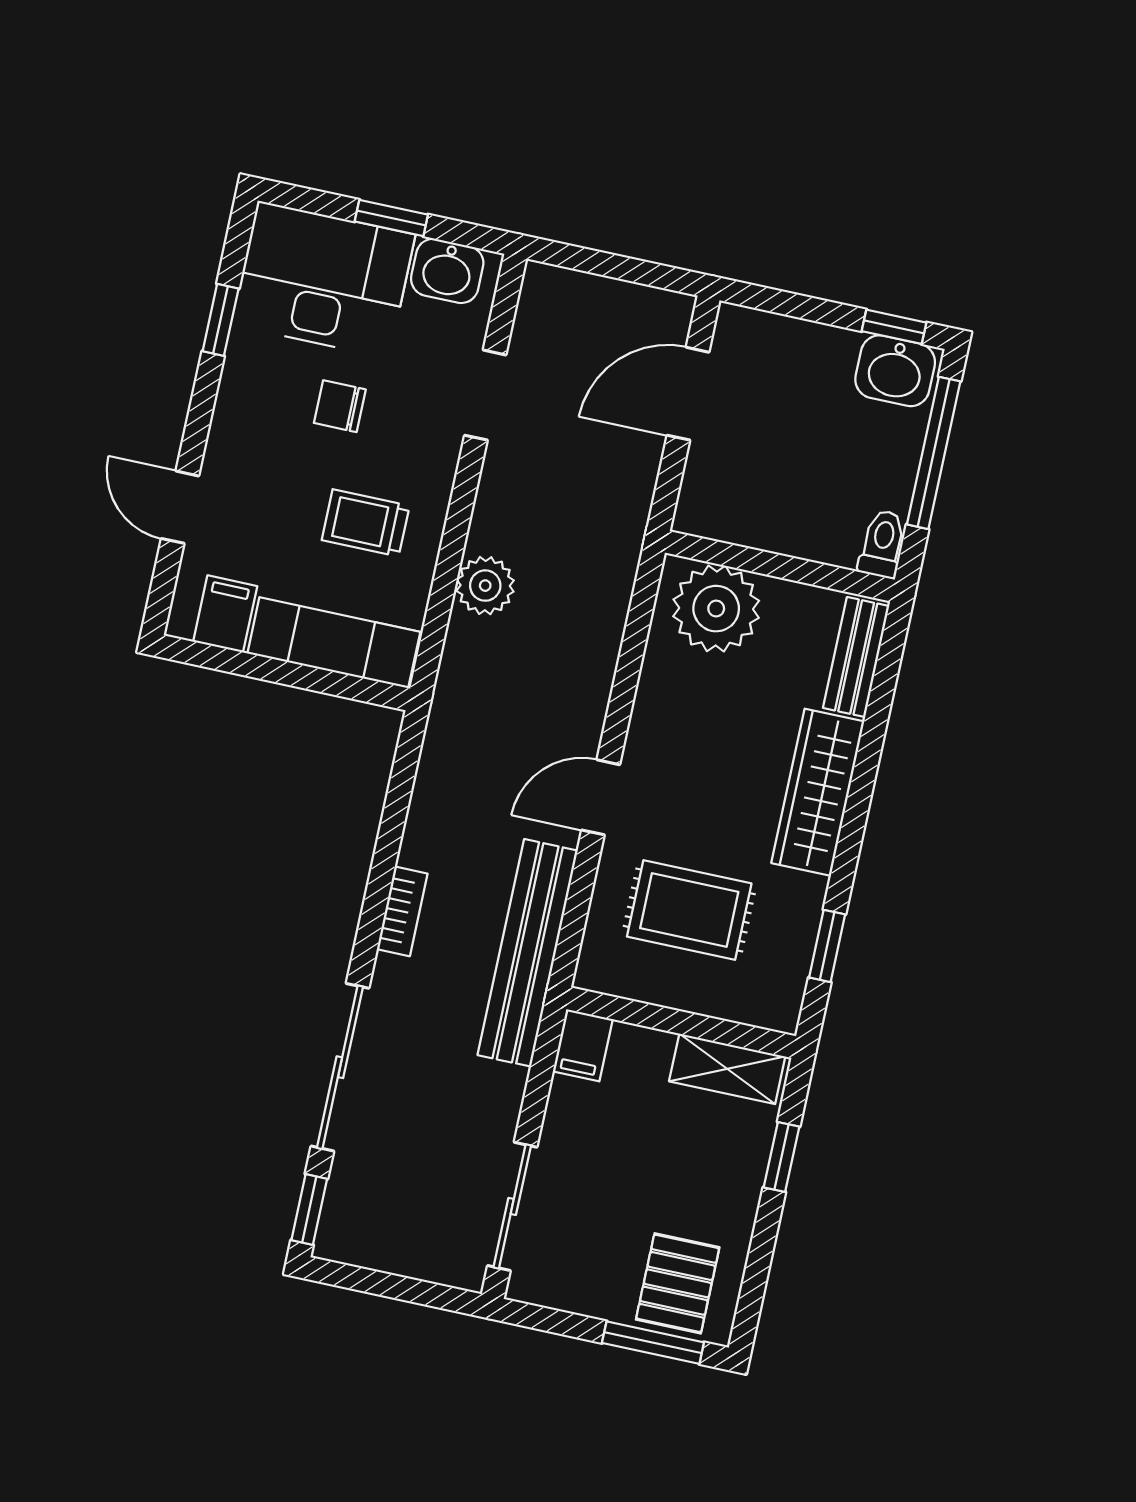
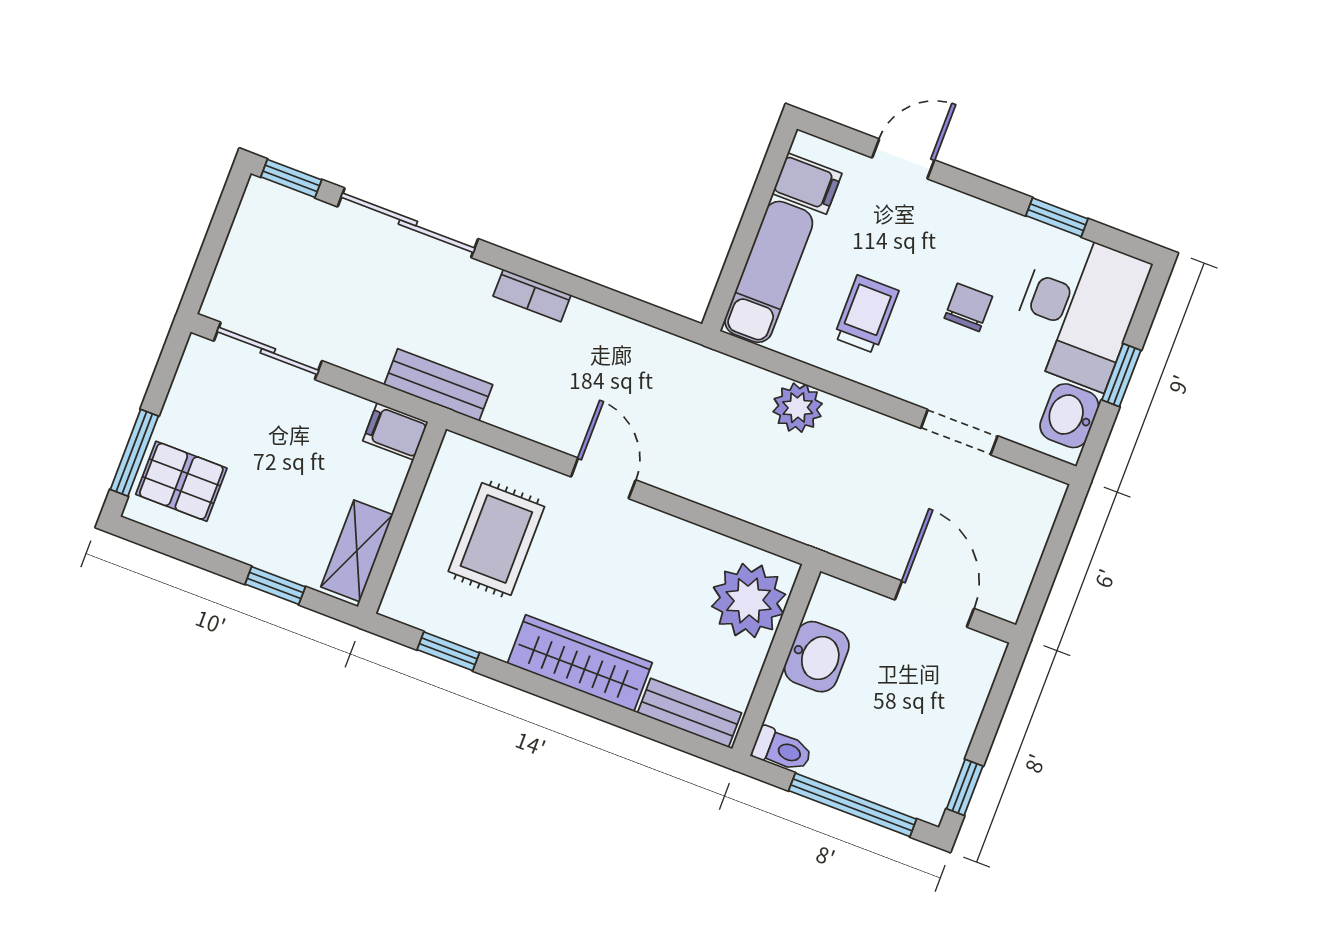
washbasin: (895, 371) -> (817, 657), moved, turned 180
bench: (528, 953) -> (438, 385), width x0.54, depth x0.82

